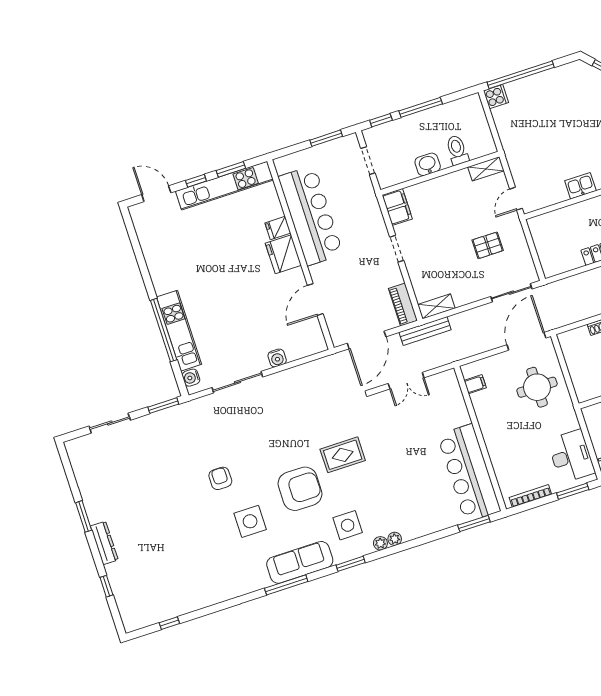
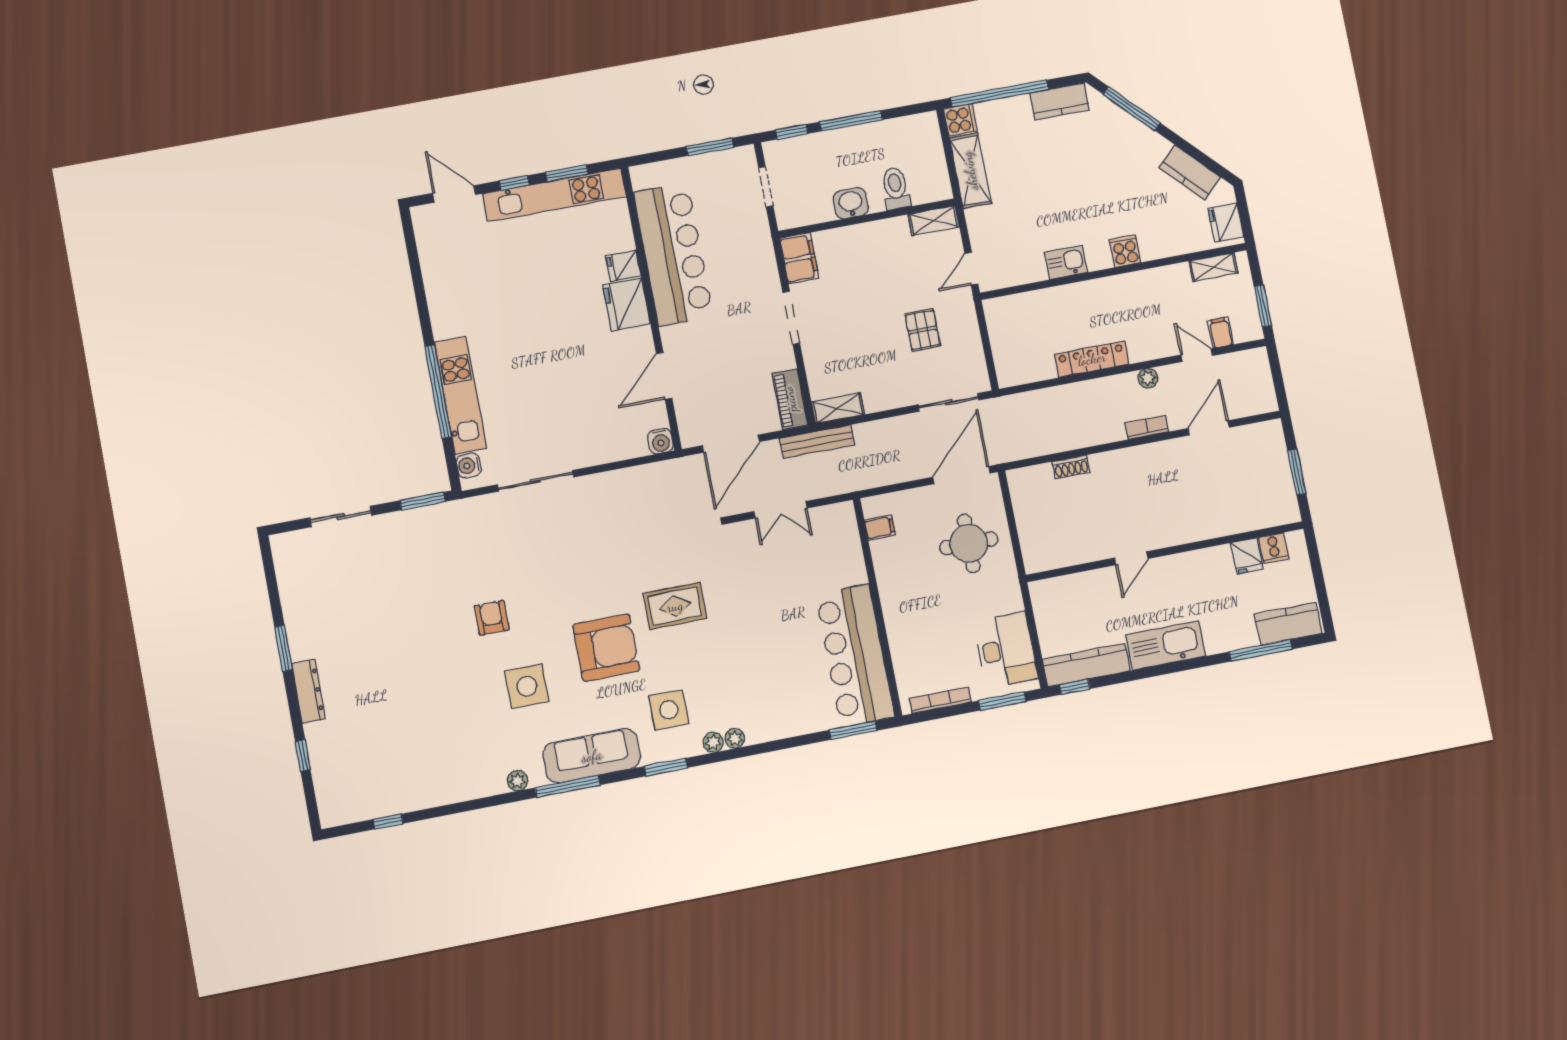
kitchen counter: (563, 75) -> (1060, 101), added
shelving: (507, 131) -> (970, 171), added
pallet: (488, 245) -> (923, 330), turned 90
doorway: (397, 249) -> (791, 318), width x1.38
water cooler: (277, 358) -> (661, 441), moved
plant: (252, 585) -> (518, 781), added

